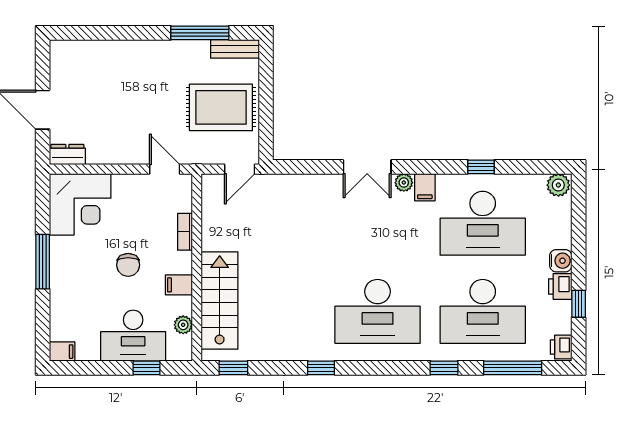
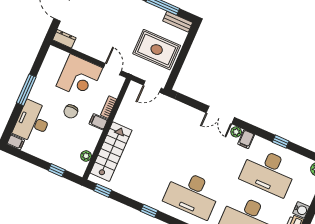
corner desk: (80, 204) -> (79, 77), moved
filing cabinet: (179, 285) -> (98, 122), moved
desk: (133, 336) -> (33, 122), moved, turned 90

